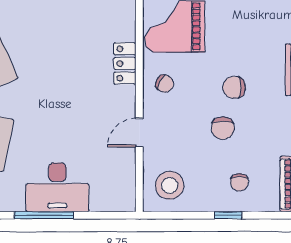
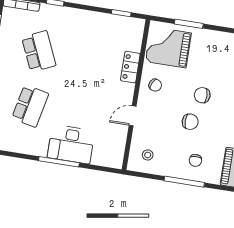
chair: (223, 128) -> (190, 122), turned -90
stool: (170, 185) -> (148, 155), width x0.53, depth x0.53
window: (228, 215) -> (184, 182), width x2.17

